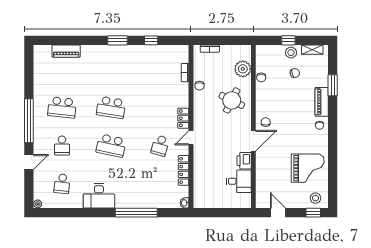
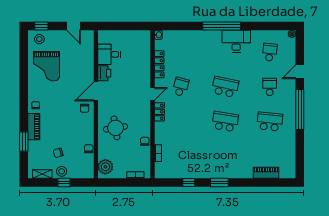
plant: (243, 69) -> (105, 167), moved
round table: (232, 100) -> (116, 128), turned -35
grand piano: (308, 168) -> (46, 66), turned -90
window: (136, 213) -> (222, 26), moved

